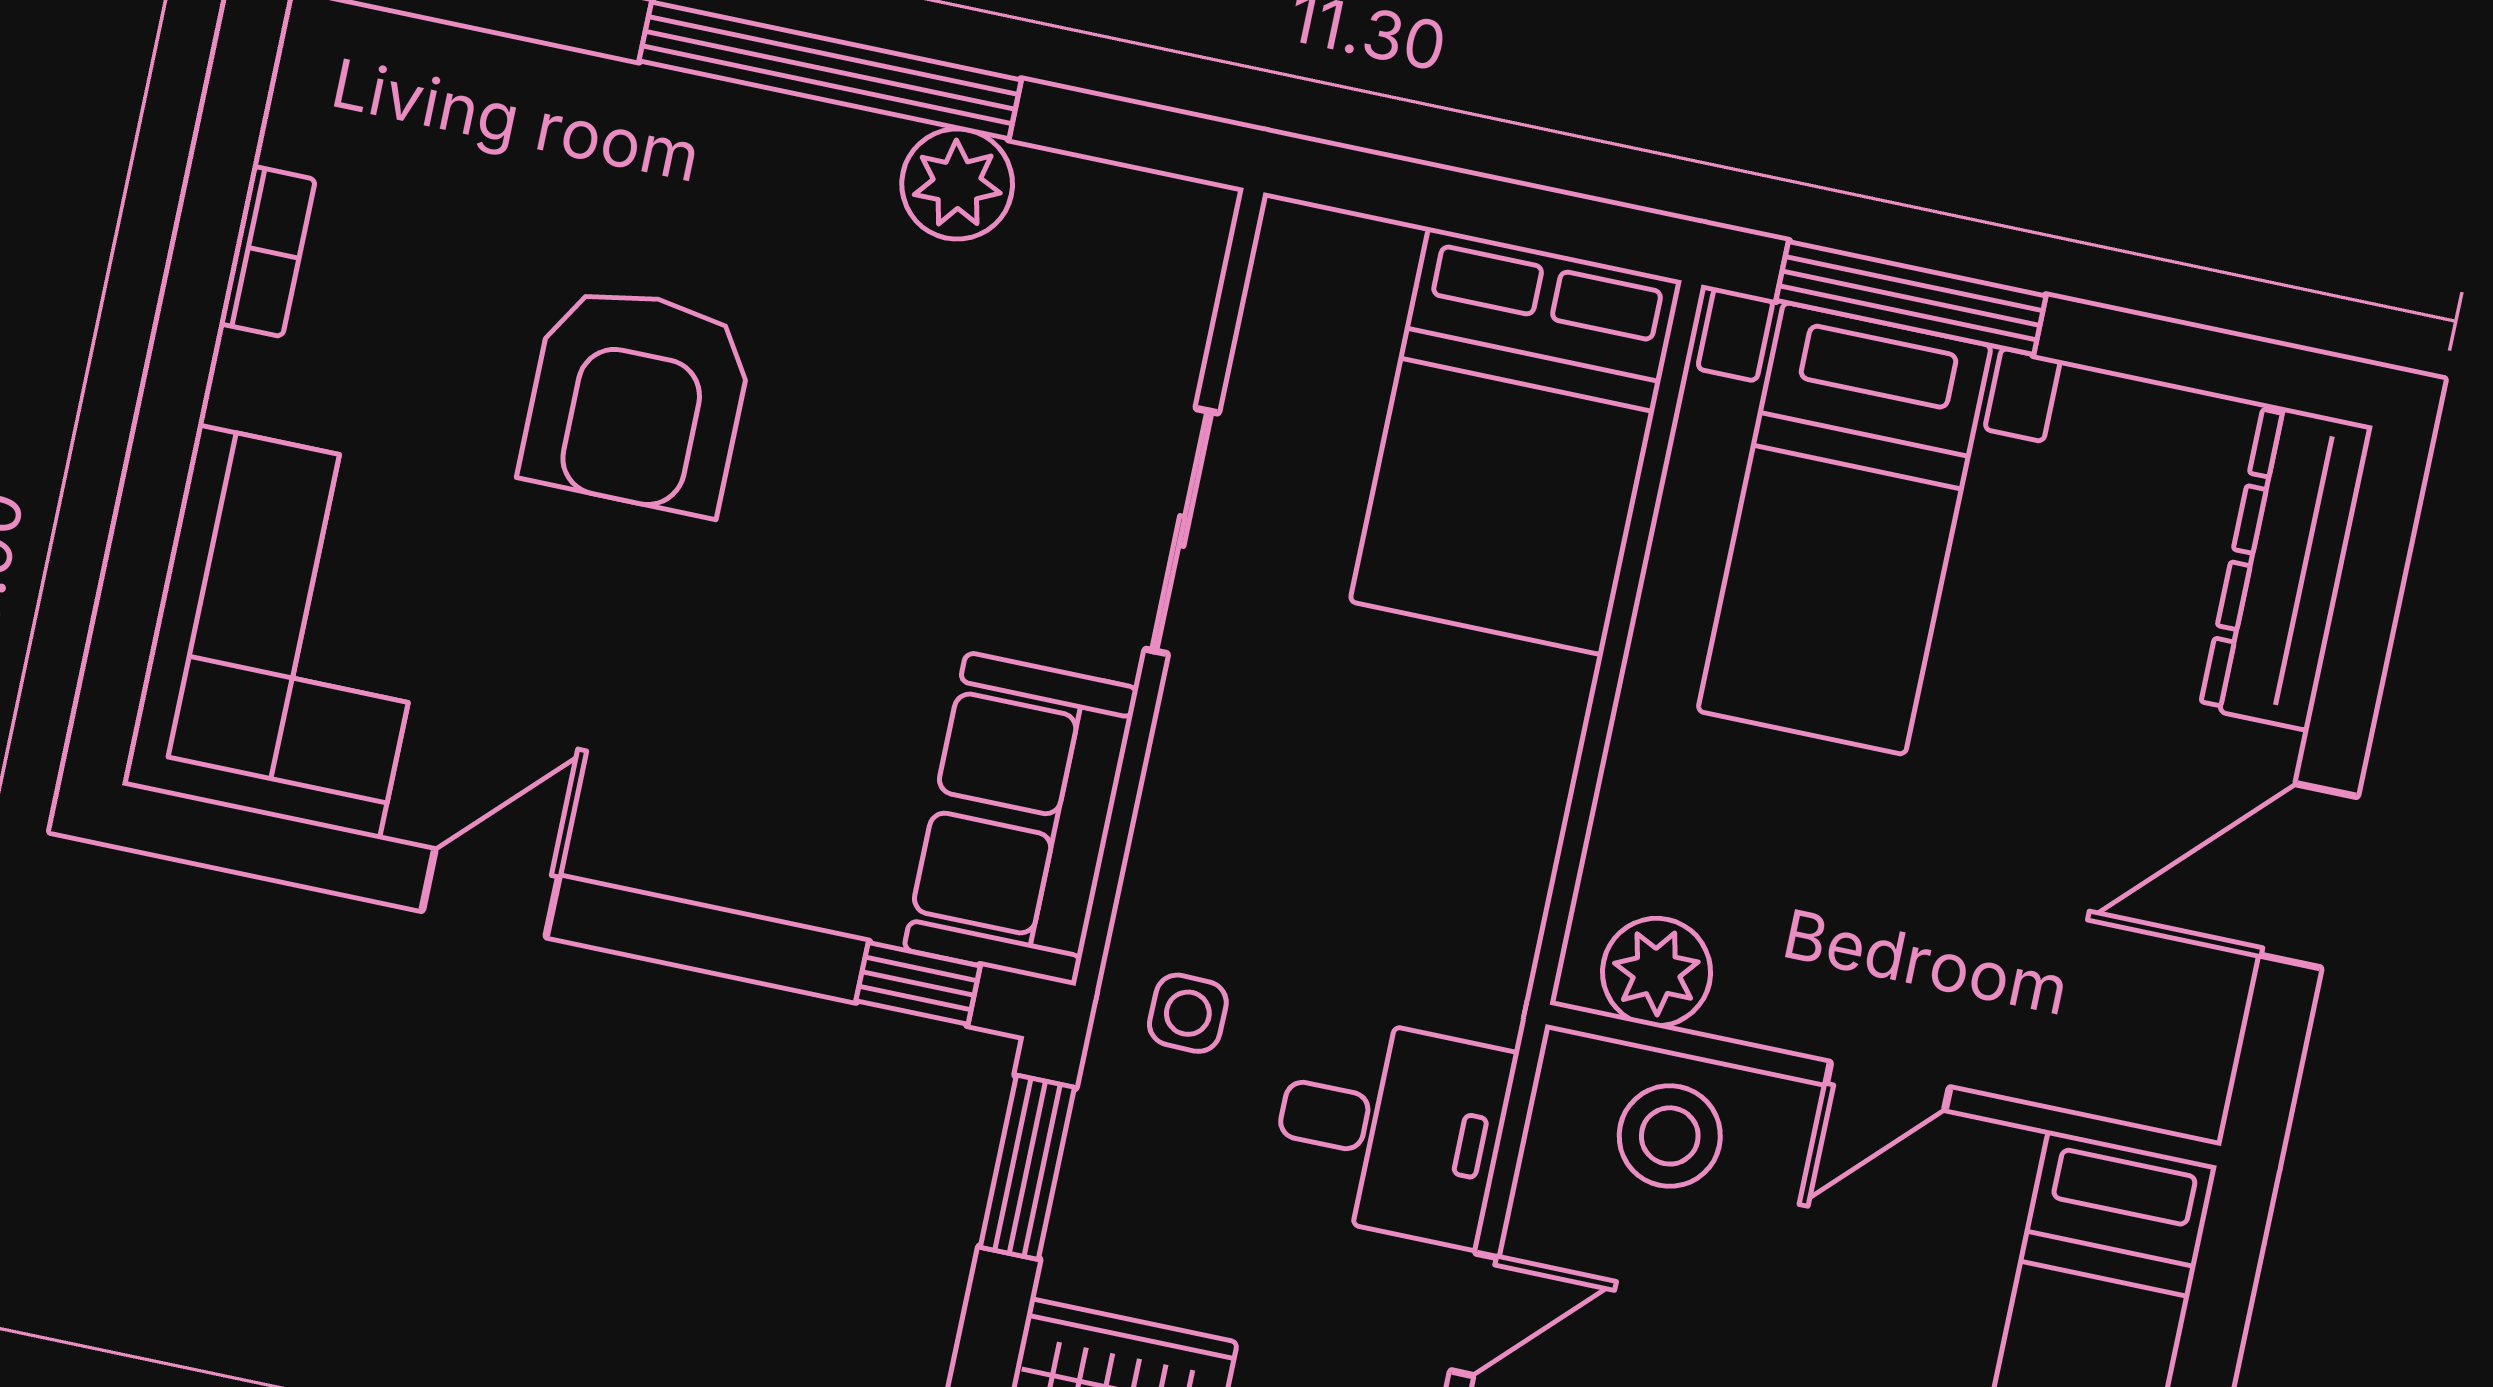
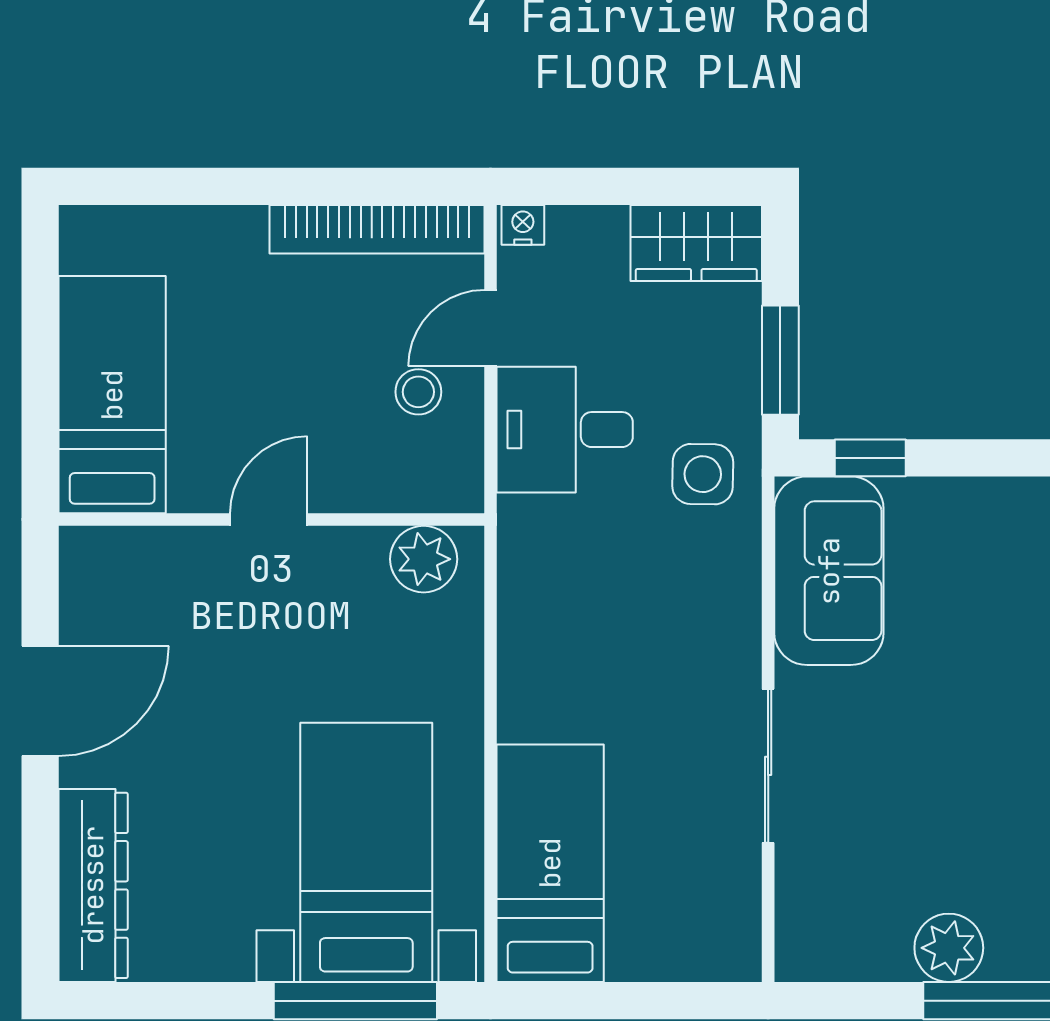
bed: (1516, 441) -> (550, 863), width x0.67
side table: (1188, 1013) -> (703, 474), width x1.37, depth x1.37
stool: (1670, 1136) -> (418, 392), moved, width x0.73, depth x0.73

